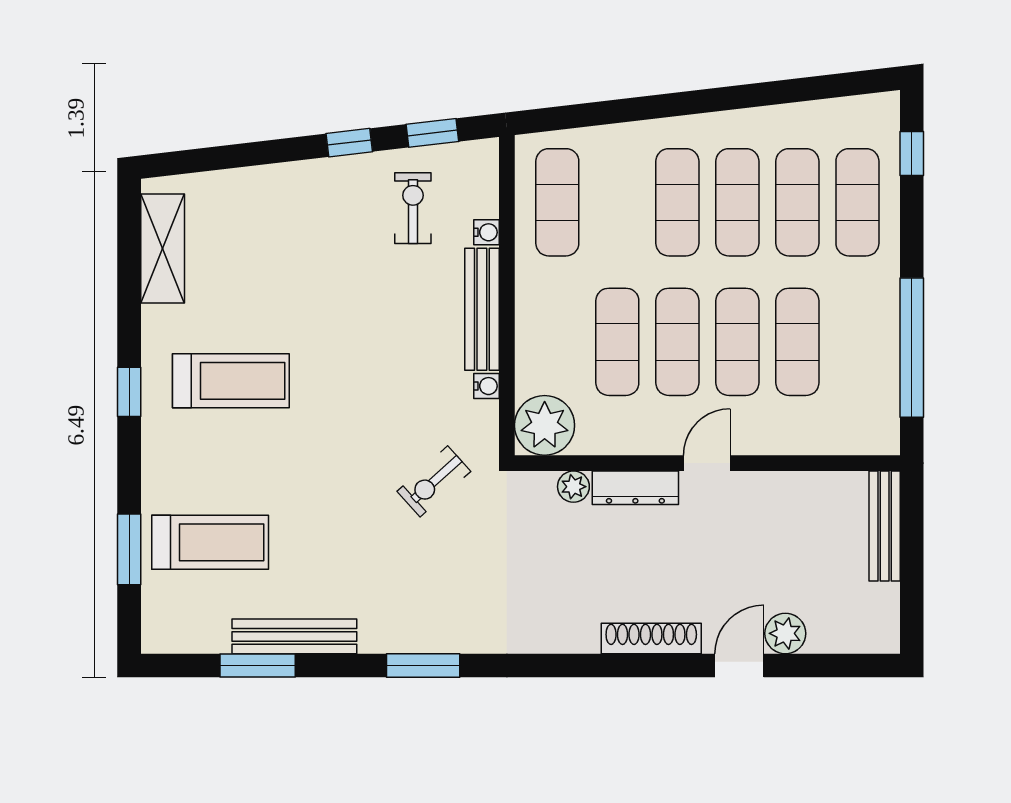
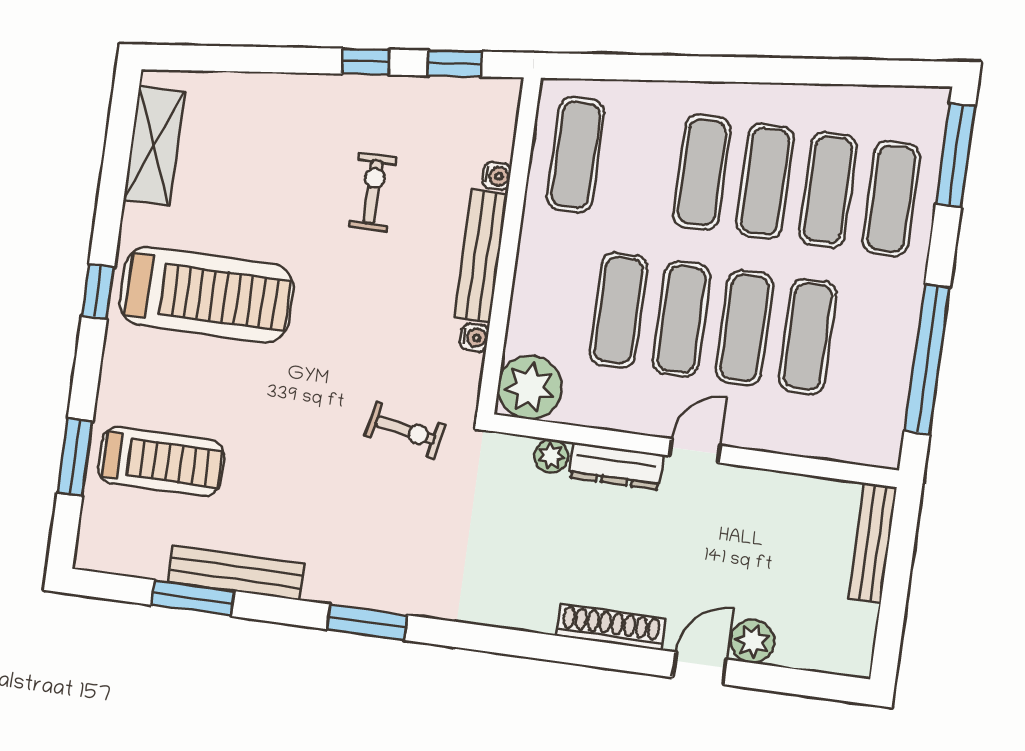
window: (912, 153) -> (956, 155), width x2.17
exercise bike: (413, 208) -> (373, 192), moved
treadmill: (231, 381) -> (206, 295), width x1.37, depth x1.38
exercise bike: (434, 481) -> (405, 430), turned -127

